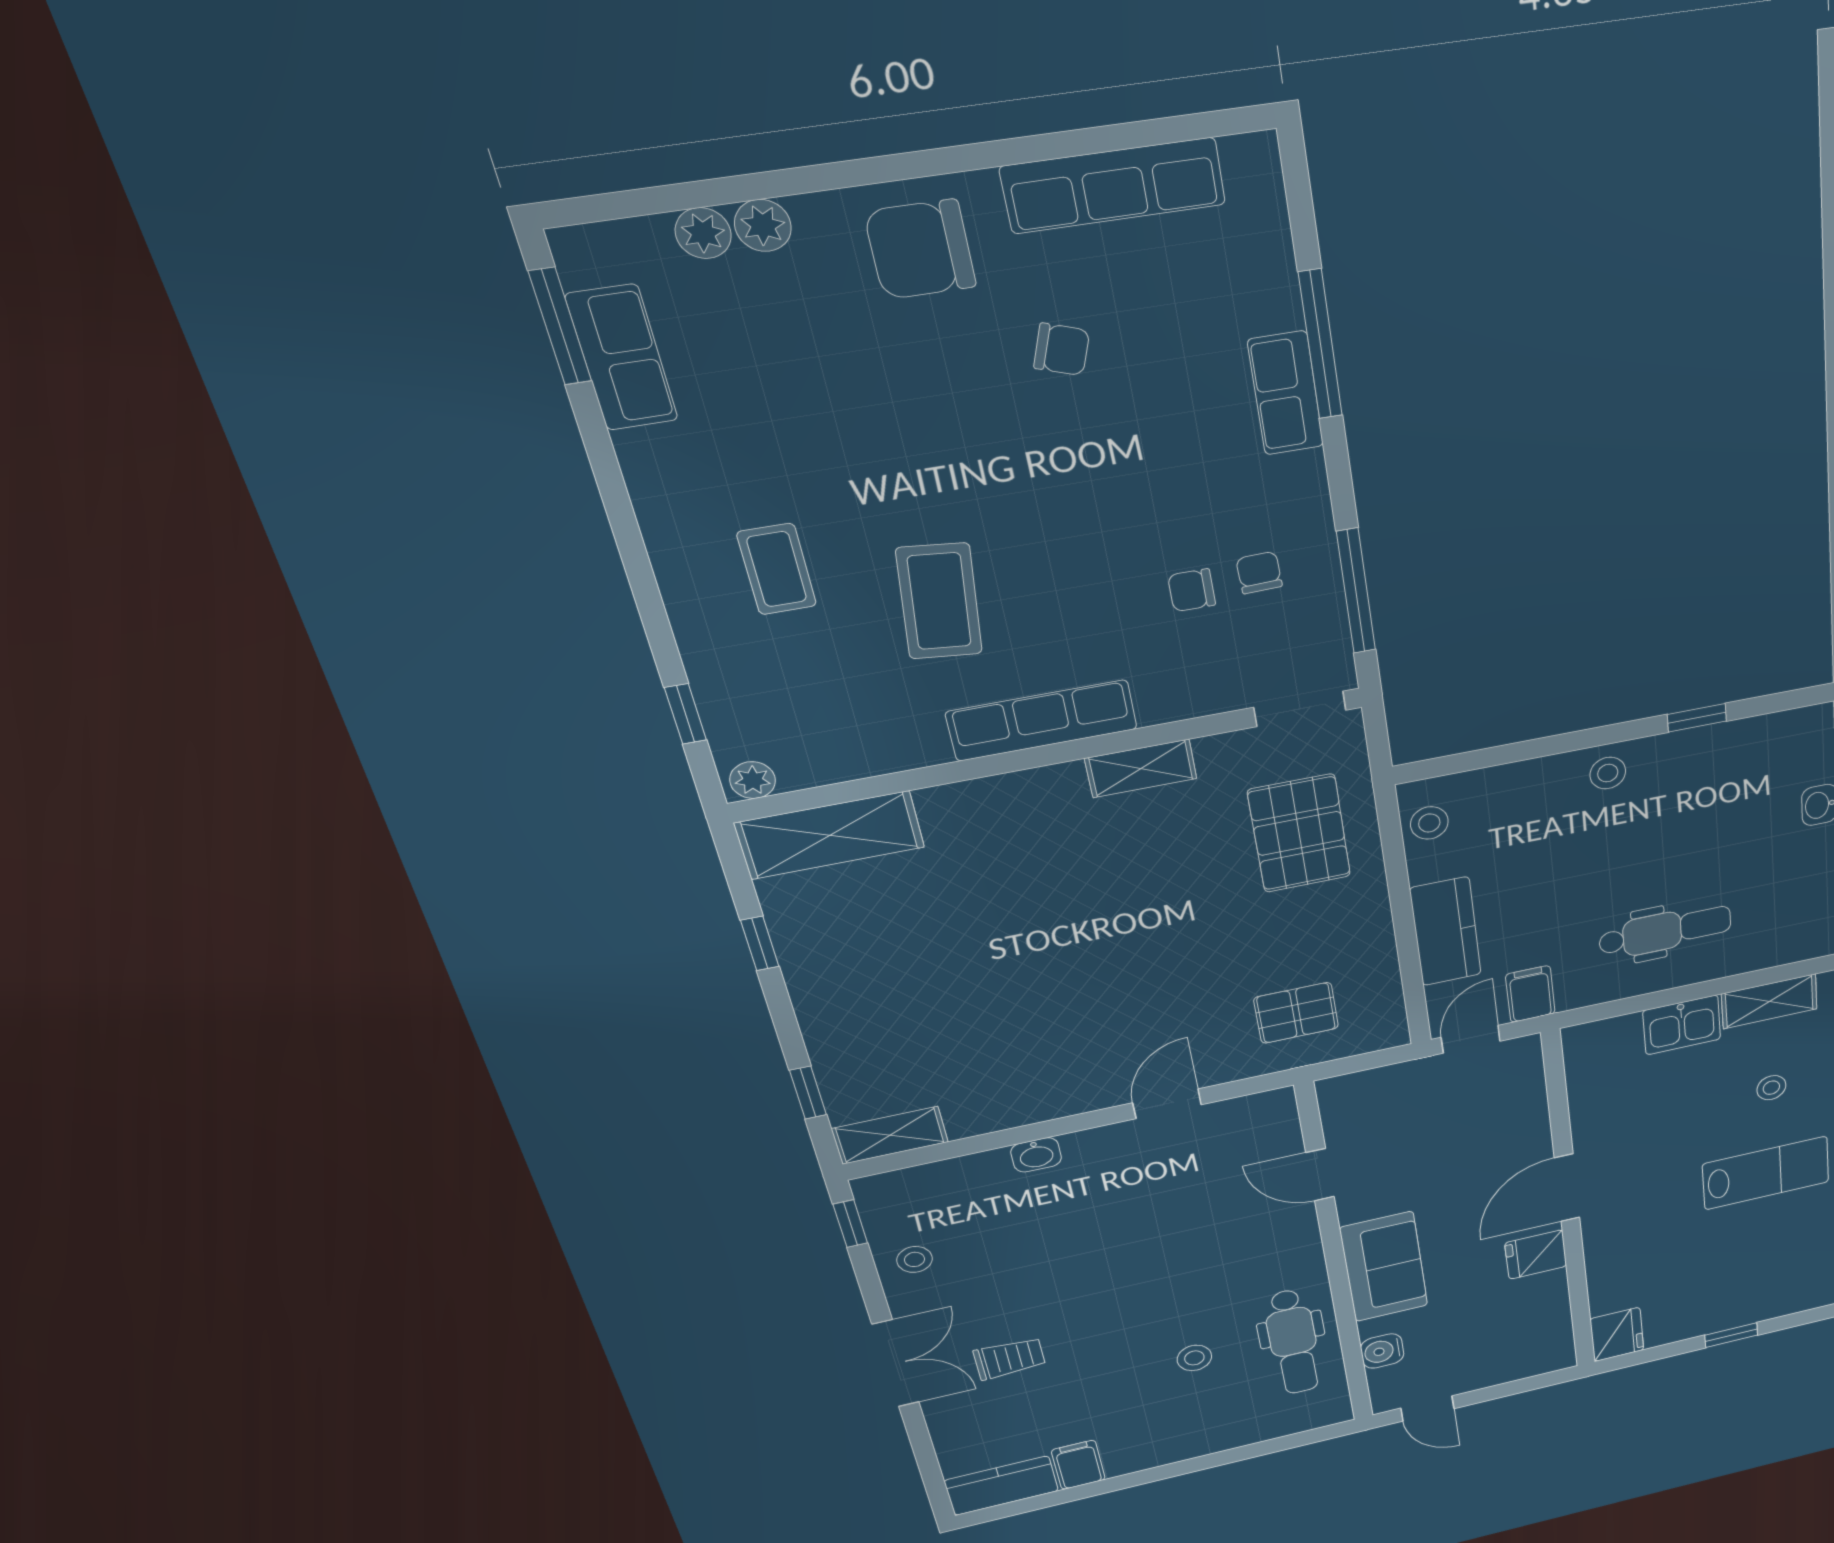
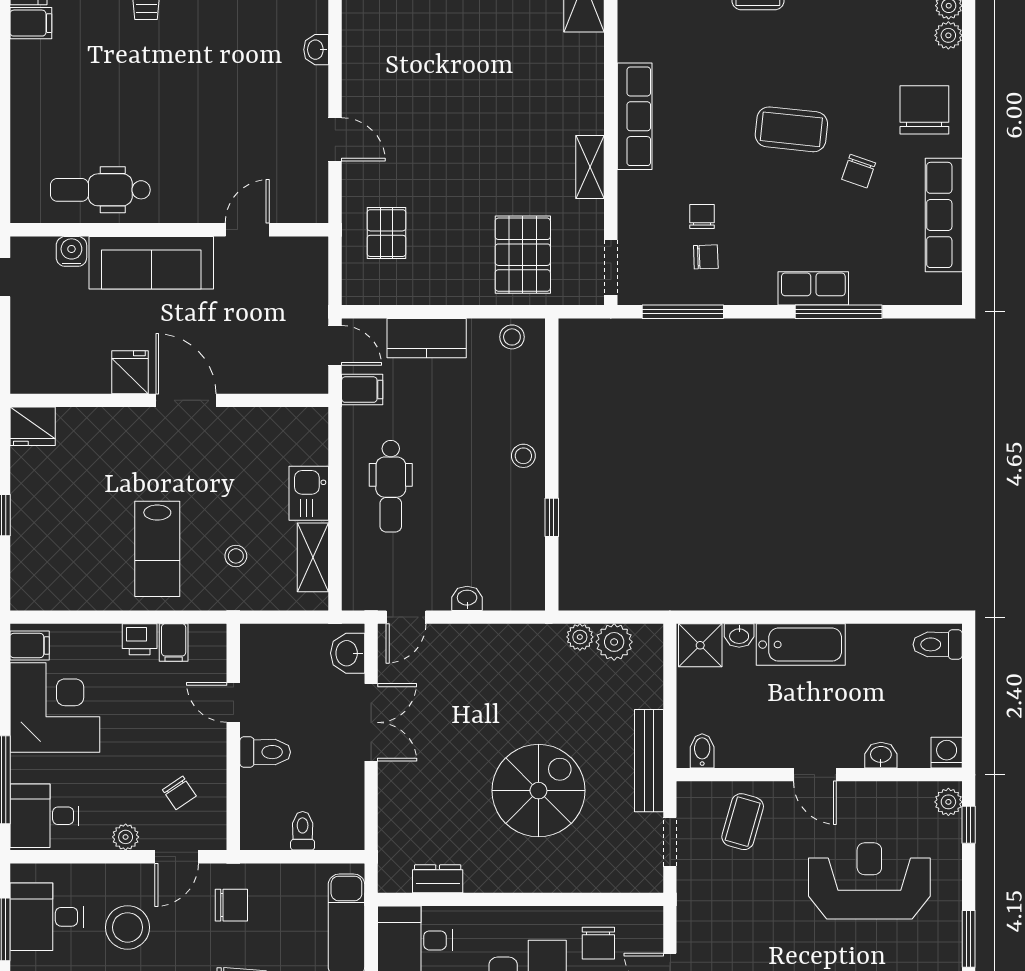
coffee table: (939, 601) -> (791, 129), moved
pallet: (1299, 833) -> (523, 255), turned 90
sofa: (1384, 1267) -> (151, 263), width x1.36
stool: (1194, 1358) -> (107, 120), removed

